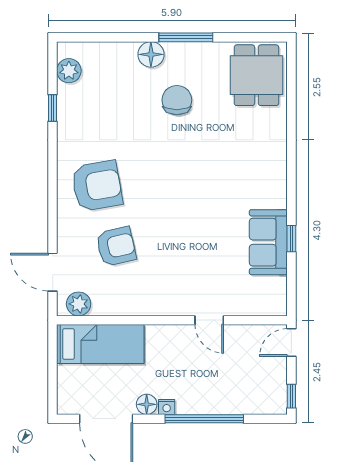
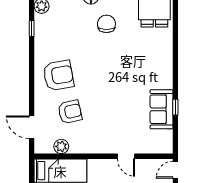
plant: (79, 304) -> (61, 146), moved

